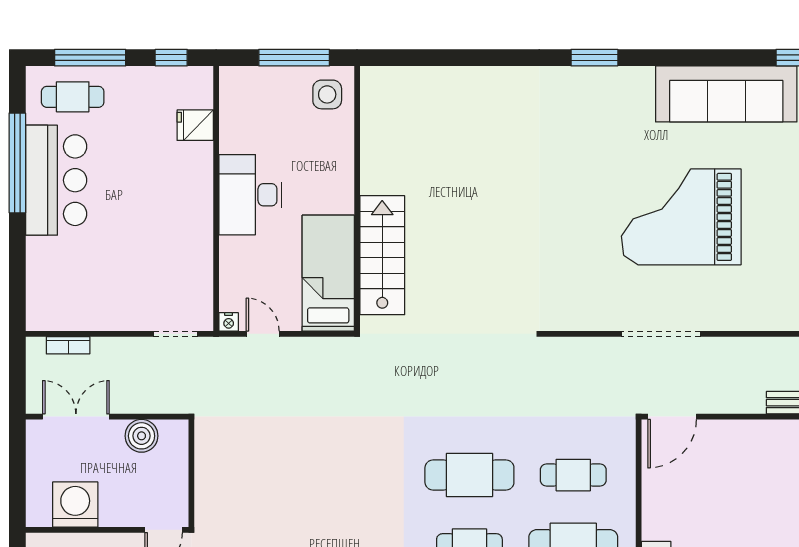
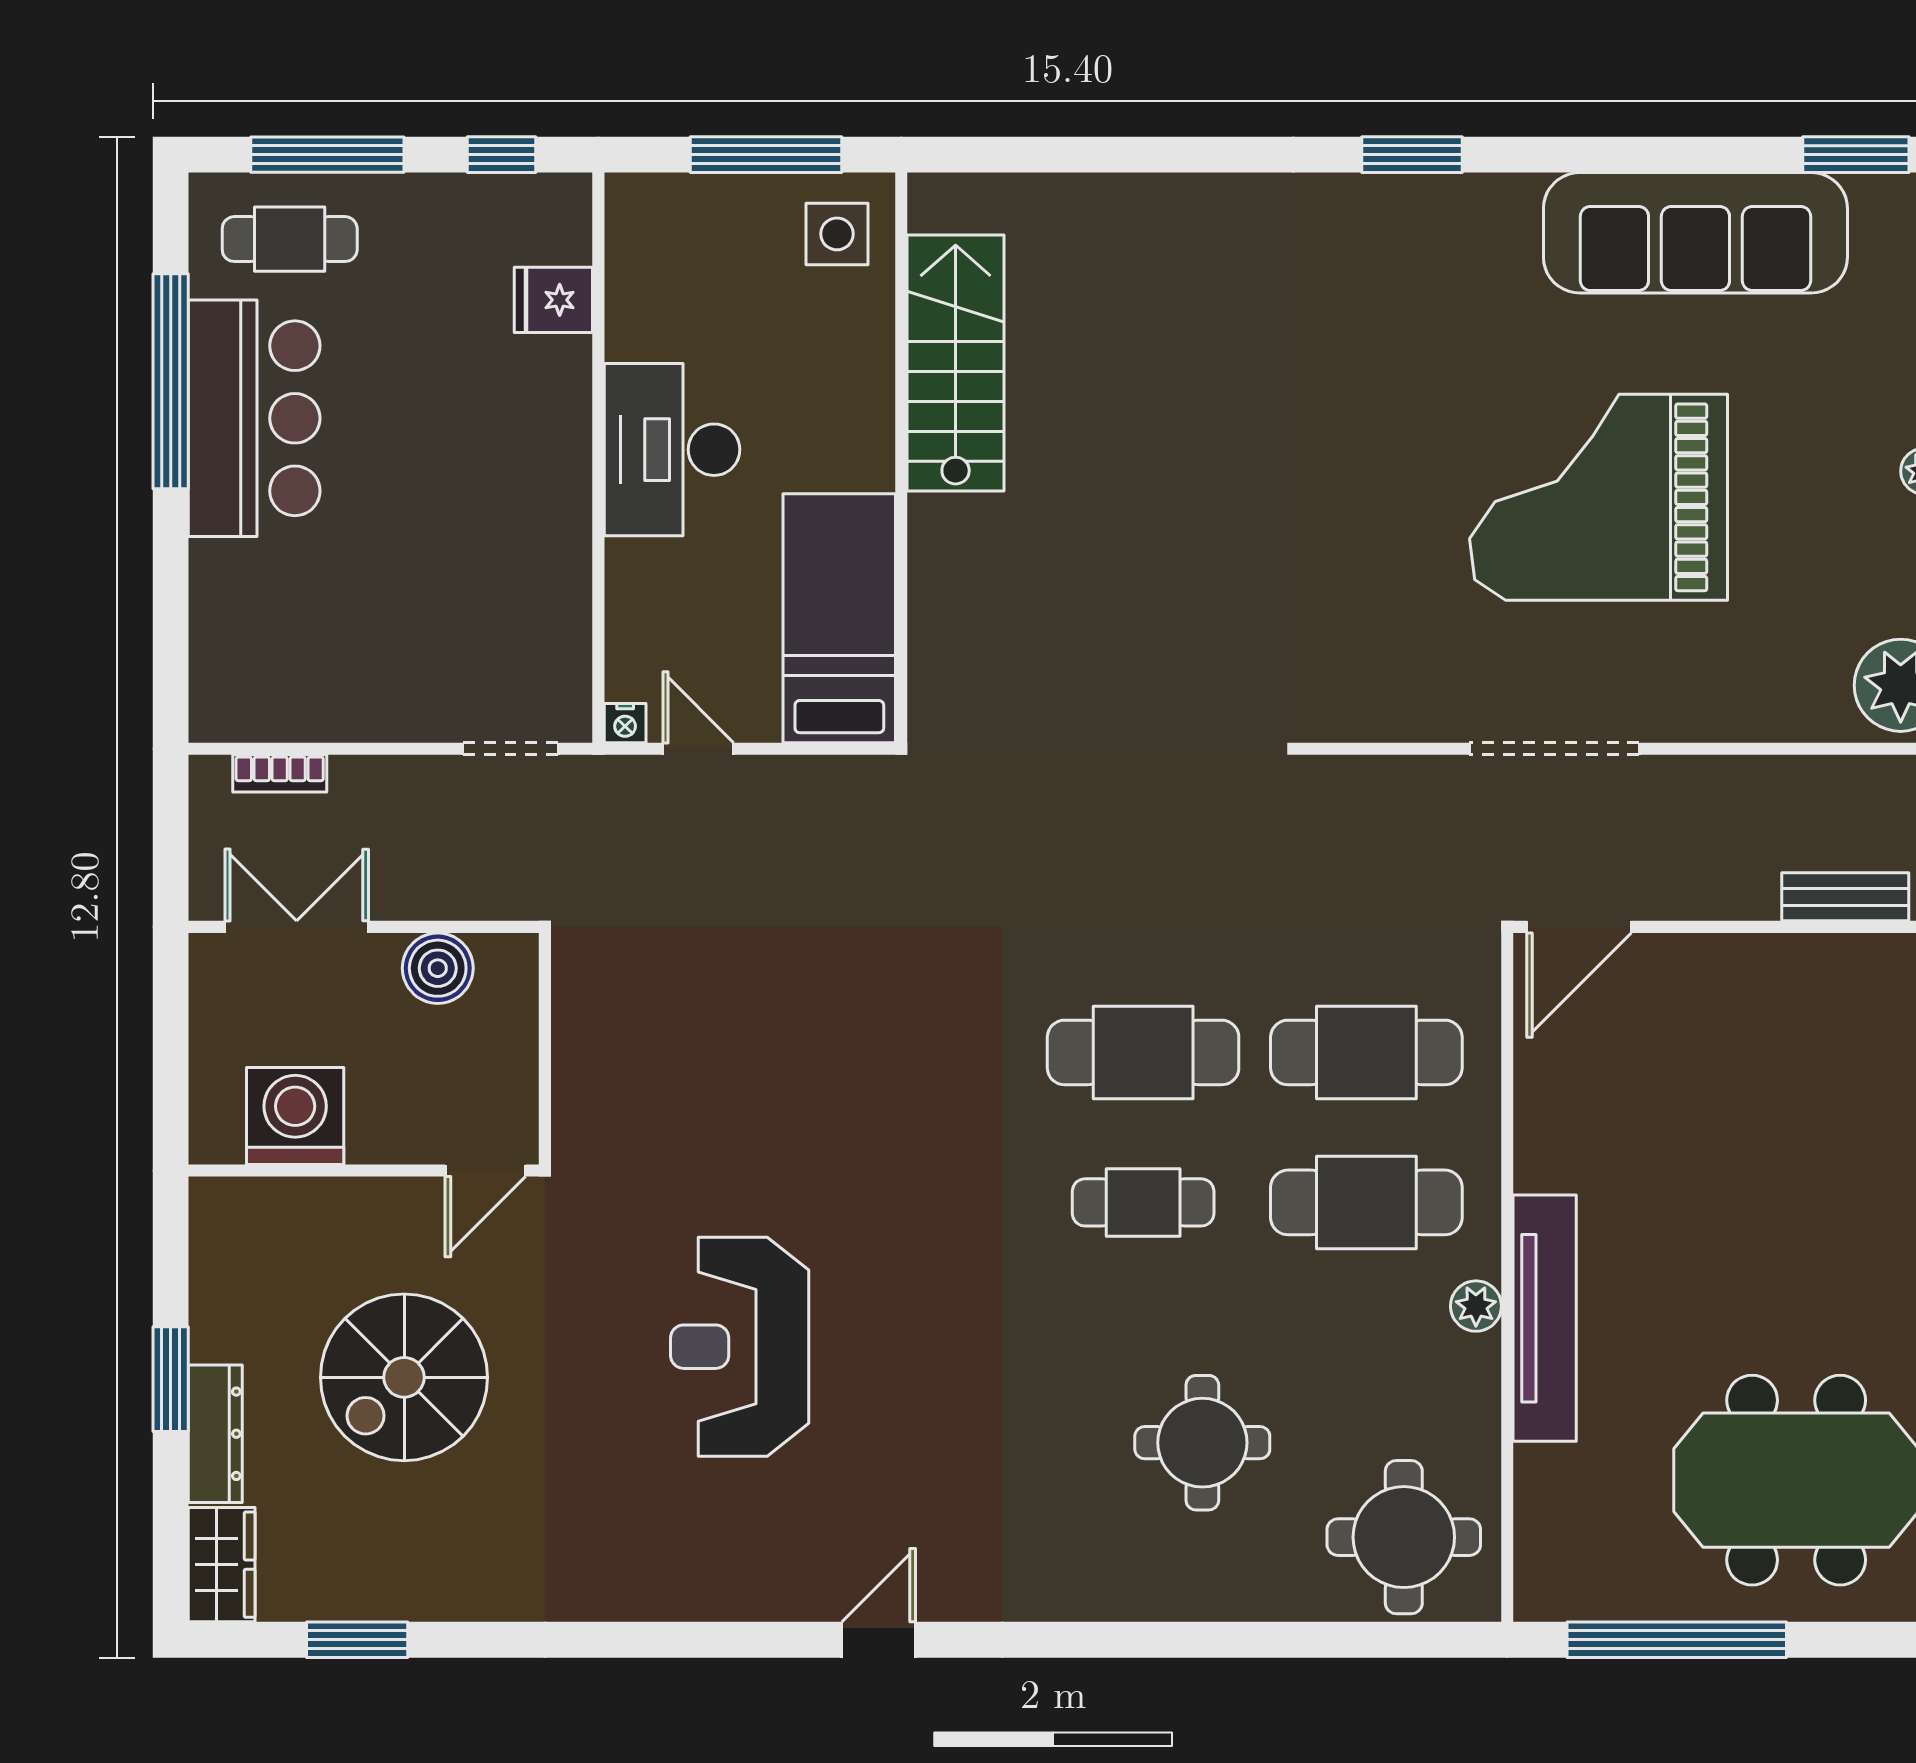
stairs: (382, 255) -> (956, 363), moved
cafe table: (573, 475) -> (1366, 1052), width x1.37, depth x1.35

